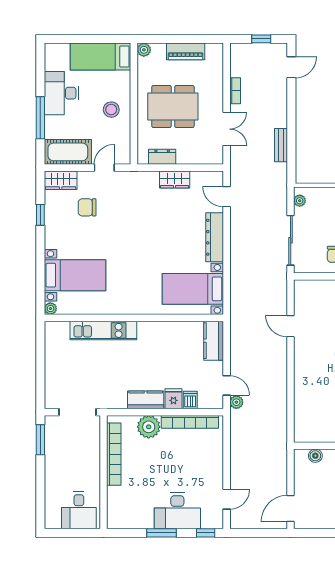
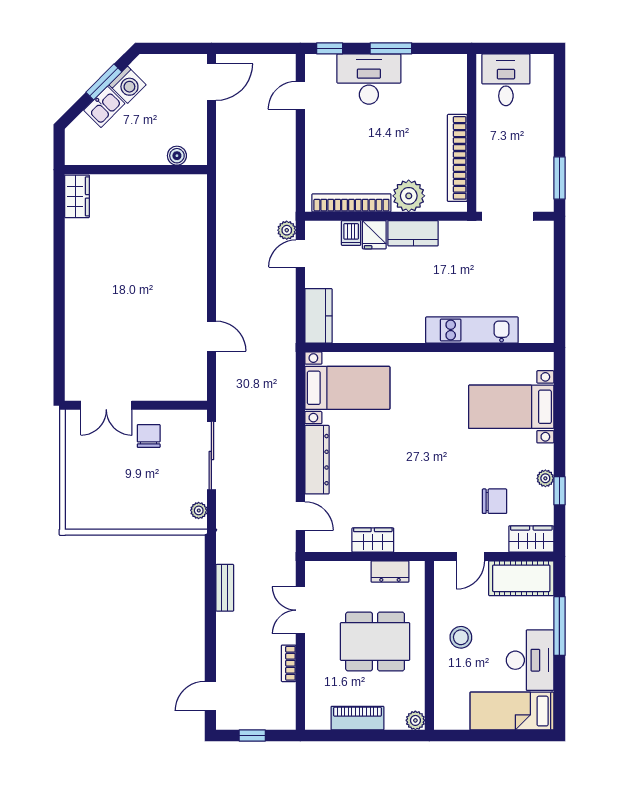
bed: (101, 57) -> (512, 711), moved, turned 180
plant: (50, 309) -> (545, 478), moved
door: (227, 385) -> (300, 253), hinge flipped

